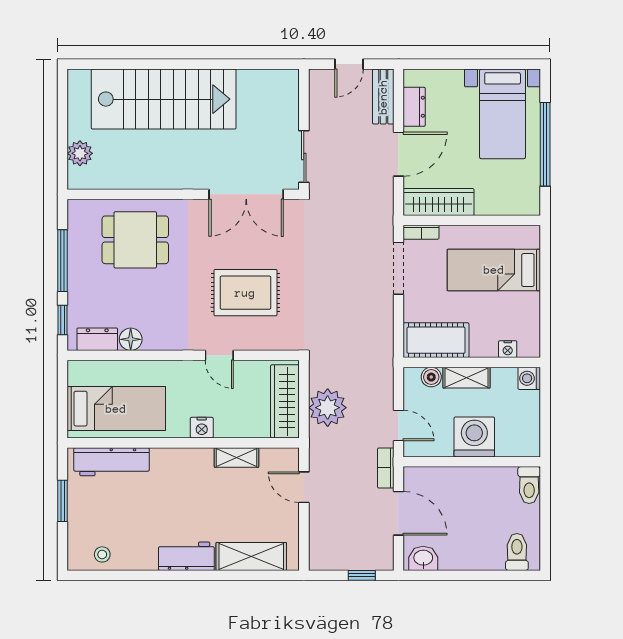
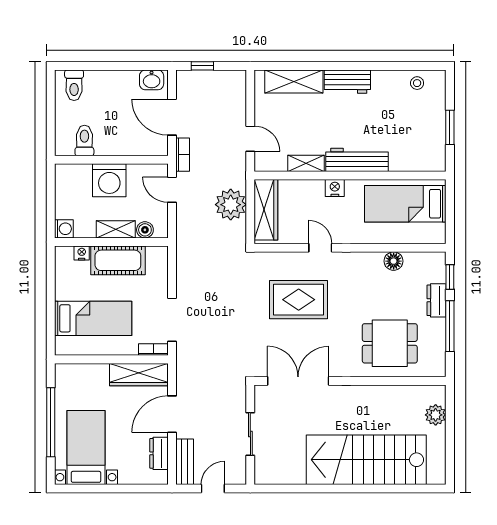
sliding door: (304, 157) -> (250, 434), moved
dresser: (97, 339) -> (437, 300), moved, turned 90
cot: (436, 340) -> (118, 260), moved
workbench: (112, 462) -> (357, 160), moved
toilet: (529, 485) -> (84, 140), moved

